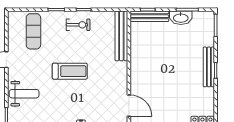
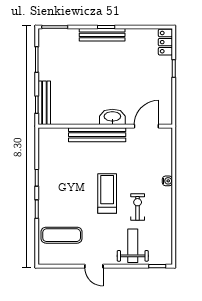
washbasin: (181, 18) -> (112, 117), moved, turned -90
exercise bike: (78, 25) -> (138, 207), moved
bench: (121, 36) -> (97, 135), moved

